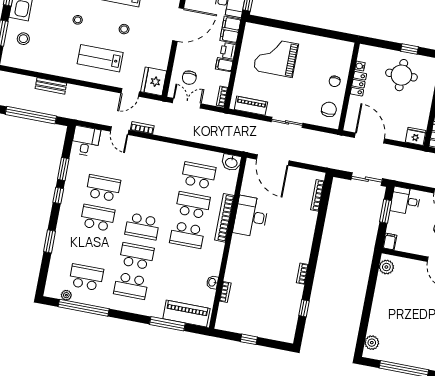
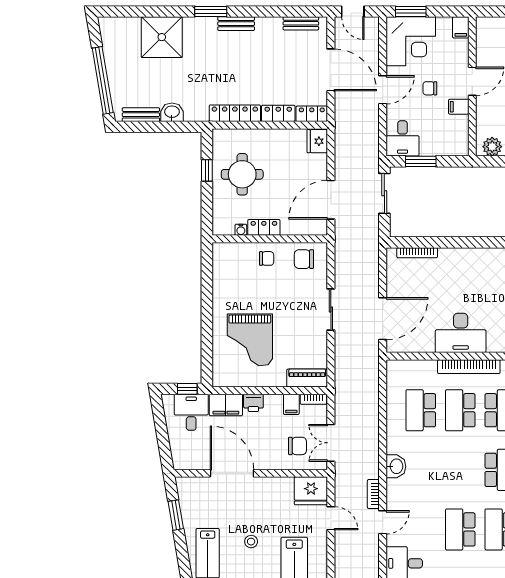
filing cabinet: (224, 65) -> (291, 404), moved
piano: (251, 106) -> (307, 378), moved, turned 90
washbasin: (231, 162) -> (396, 466), moved
filing cabinet: (390, 242) -> (459, 107), moved

